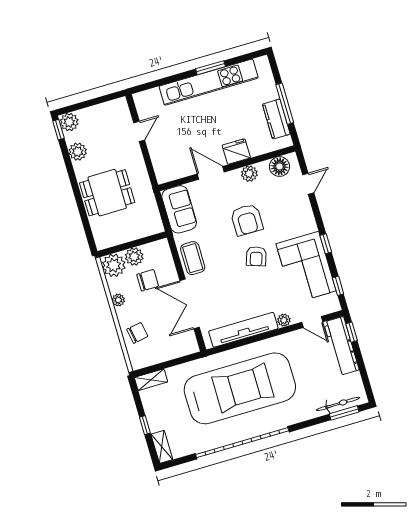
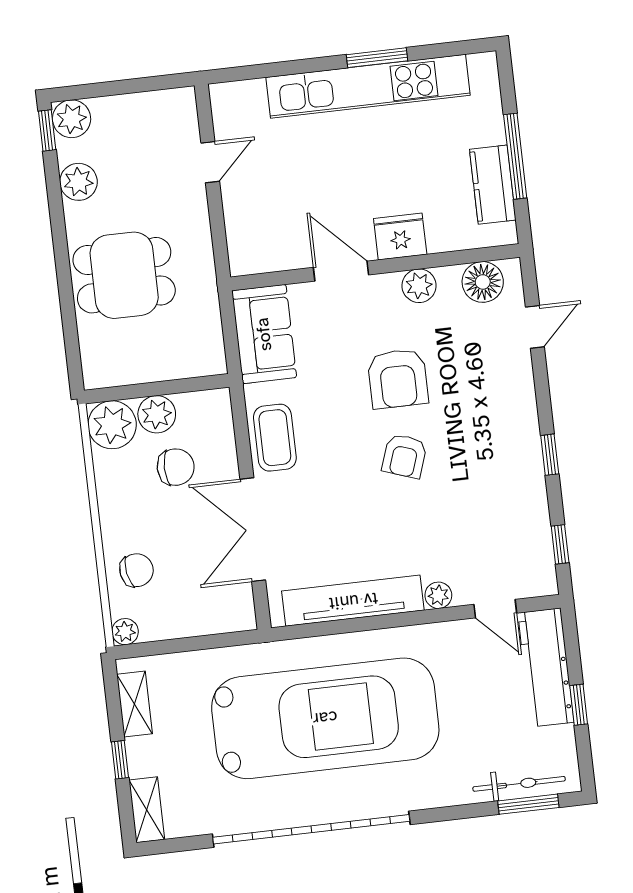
corner sofa: (306, 267) -> (502, 496), removed
plant: (118, 300) -> (125, 632), moved
window: (352, 332) -> (579, 705), moved
shelving: (151, 380) -> (135, 704), moved, turned 90

